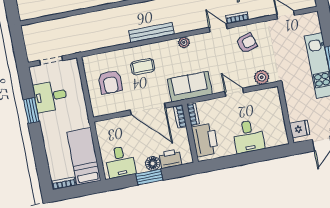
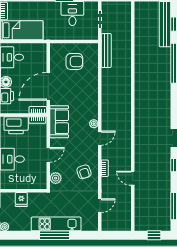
door: (218, 28) -> (100, 138), moved
bench: (151, 33) -> (106, 50), moved
coffee table: (143, 67) -> (81, 89), removed
armchair: (110, 82) -> (74, 61), turned 180
fridge: (300, 129) -> (21, 200), moved

